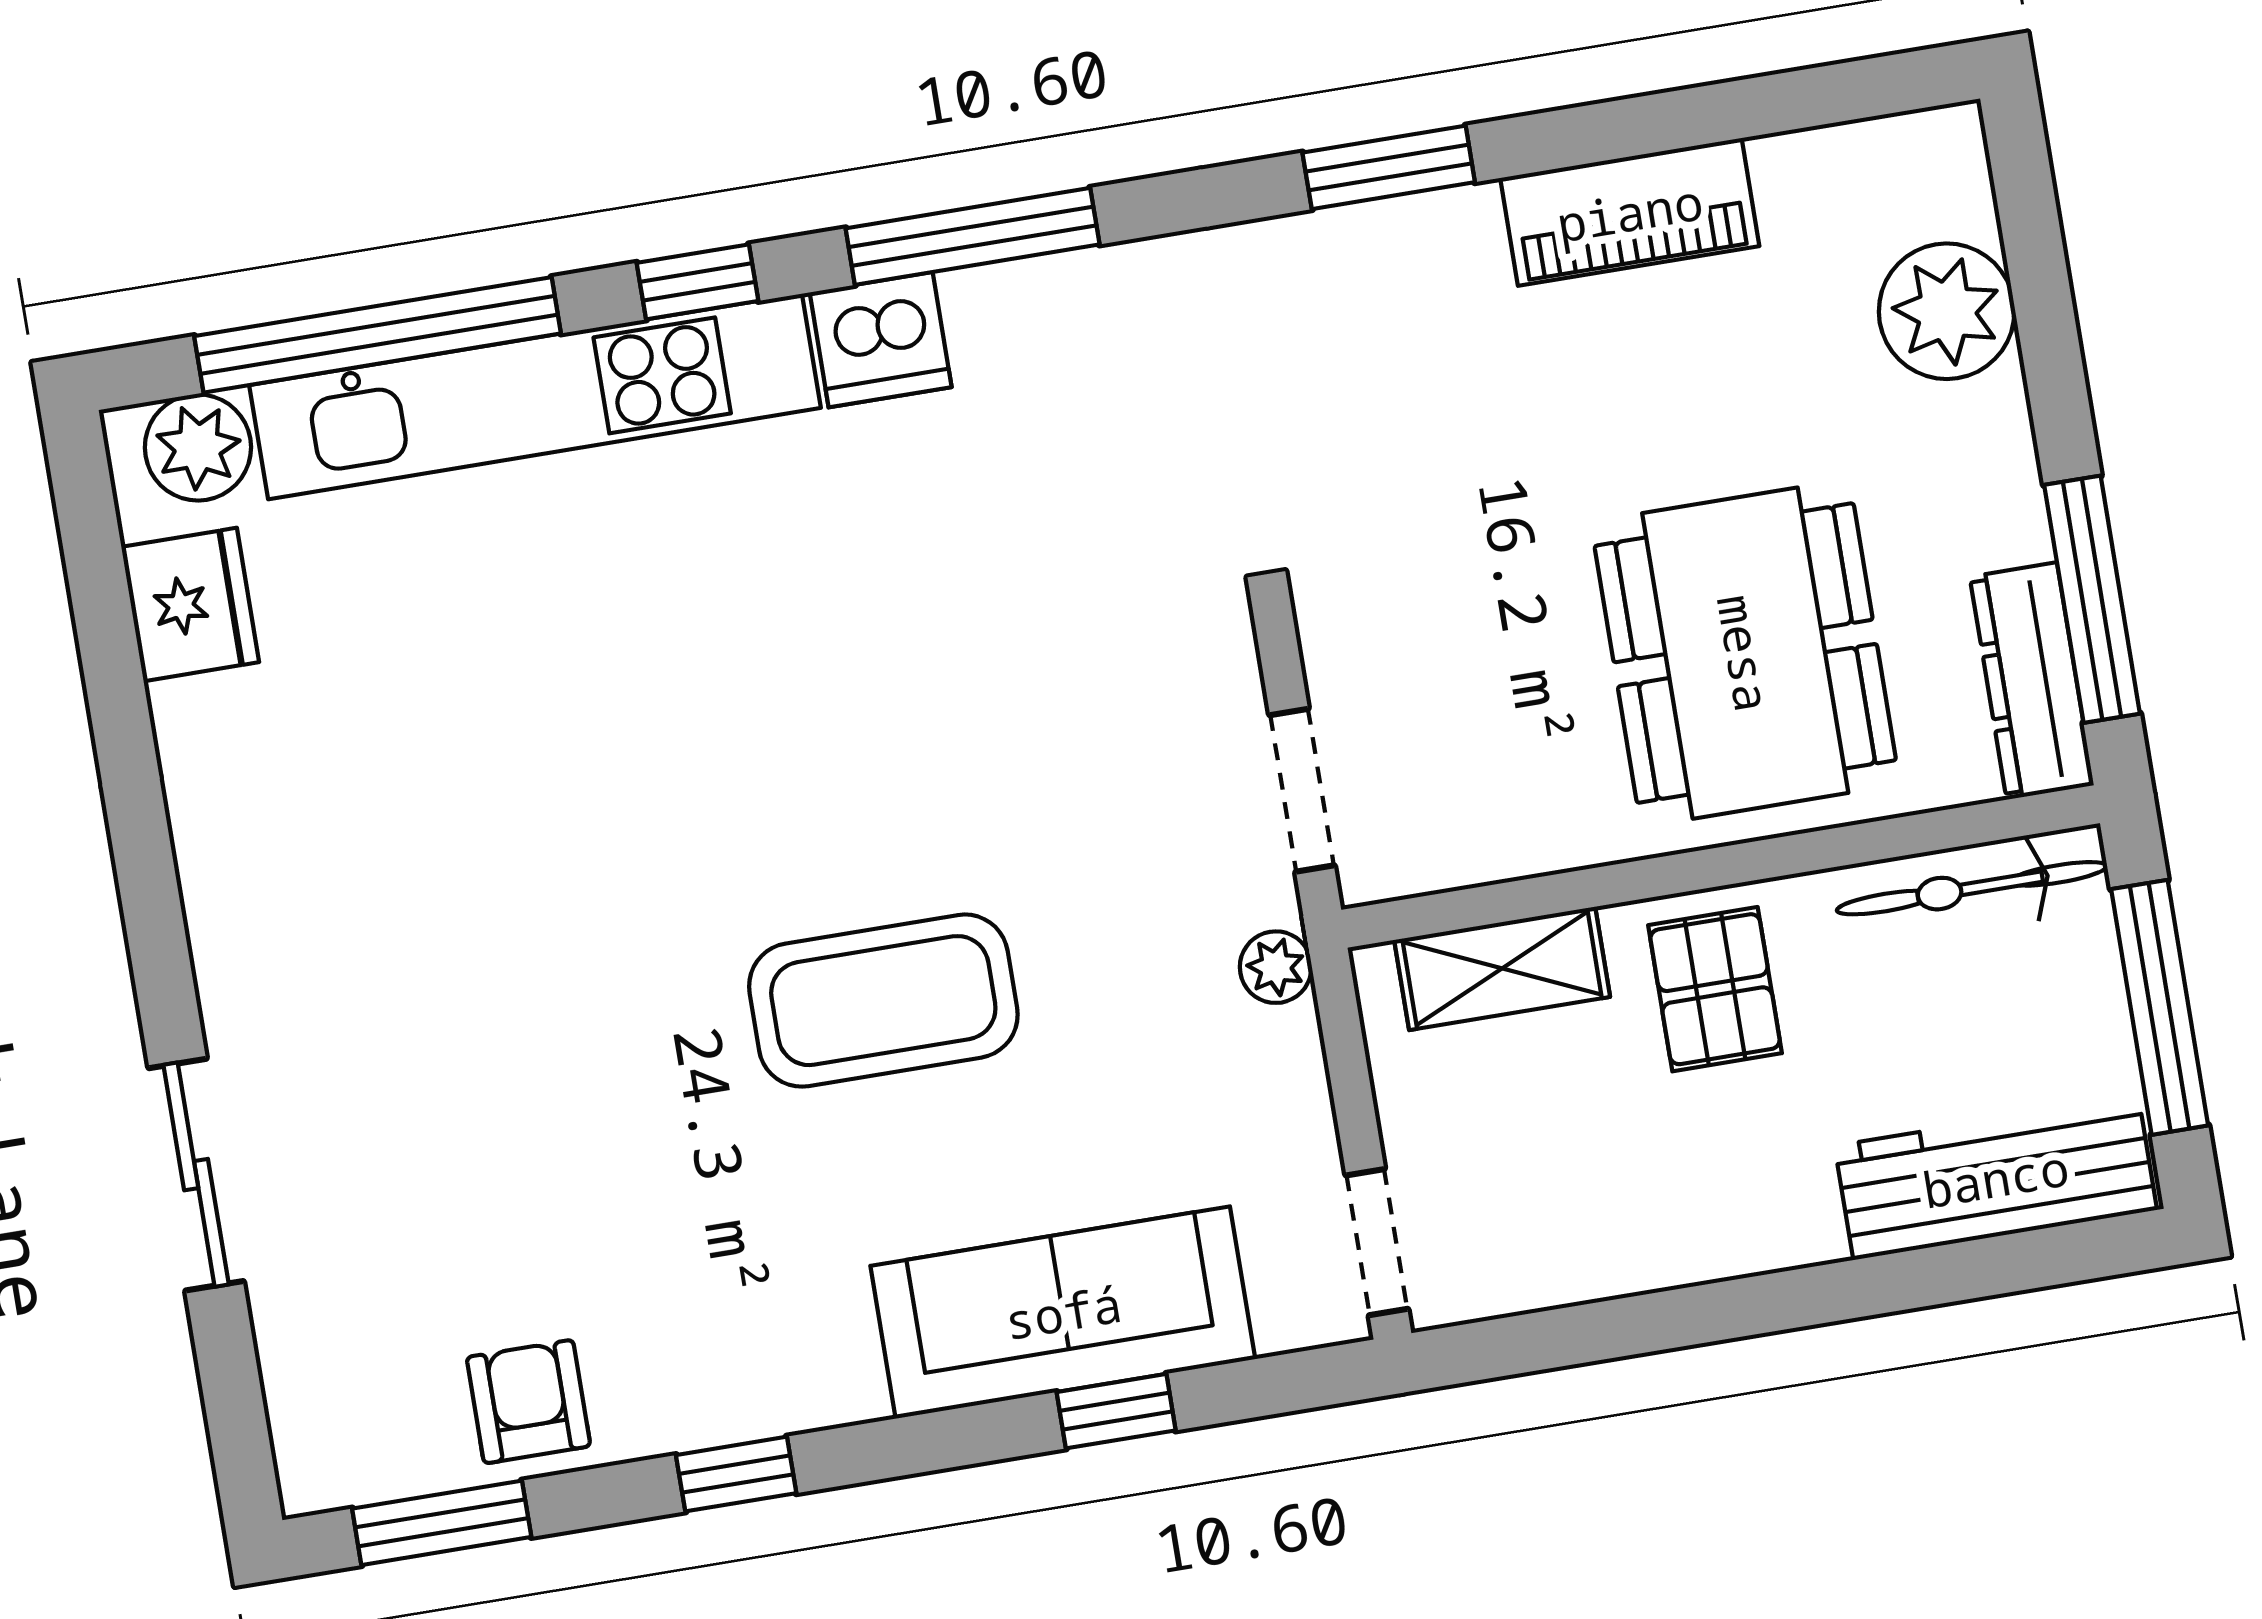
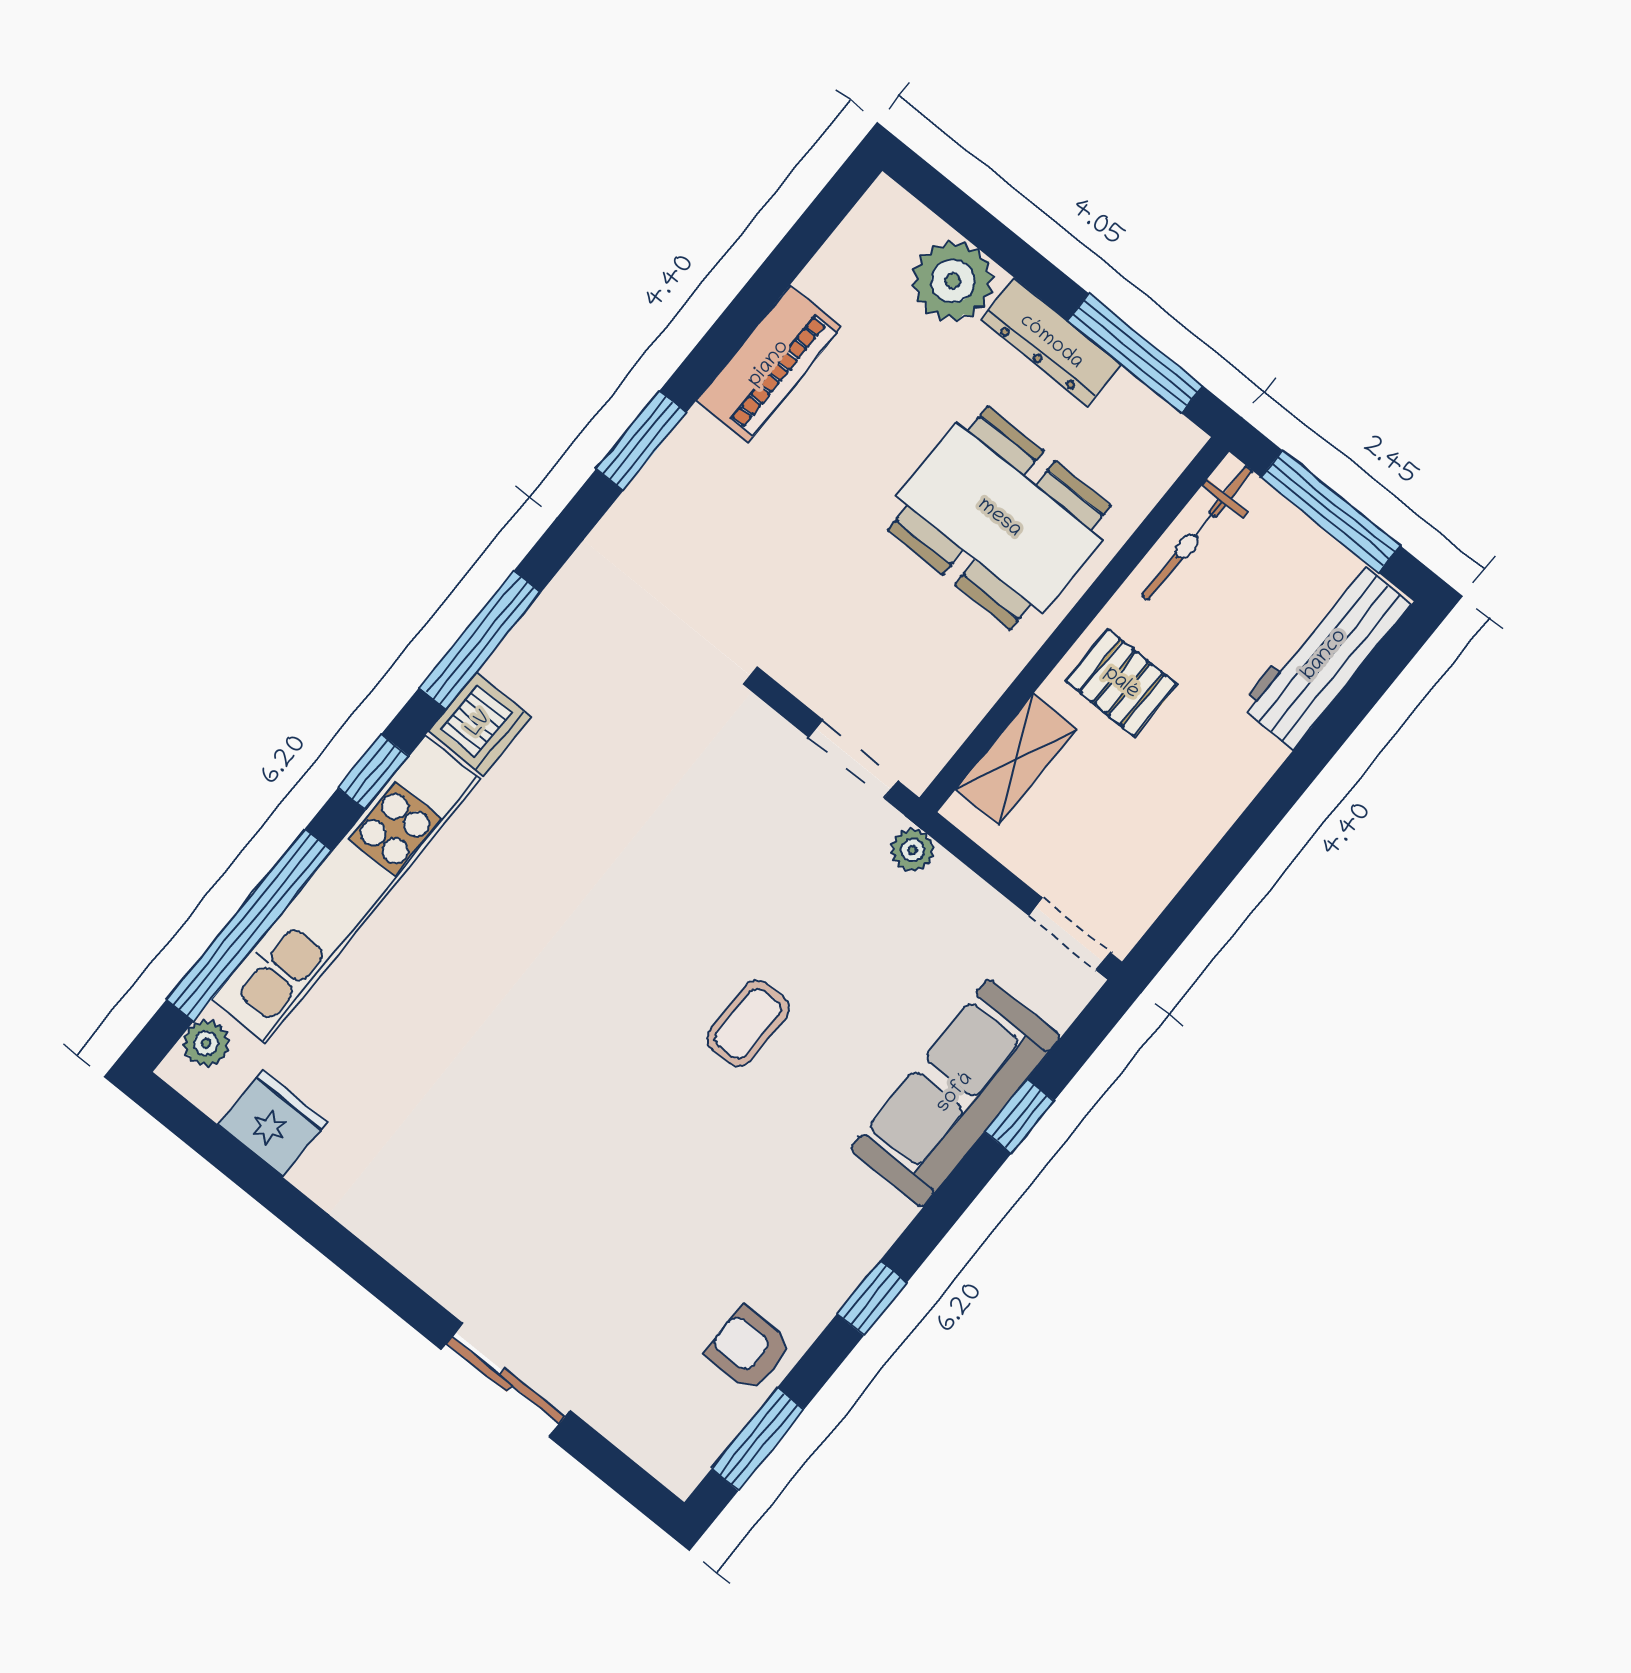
plant: (198, 447) -> (206, 1043), width x0.73, depth x0.73
dresser: (2032, 681) -> (1051, 342), moved
coffee table: (883, 1001) -> (748, 1024), width x0.54, depth x0.58

